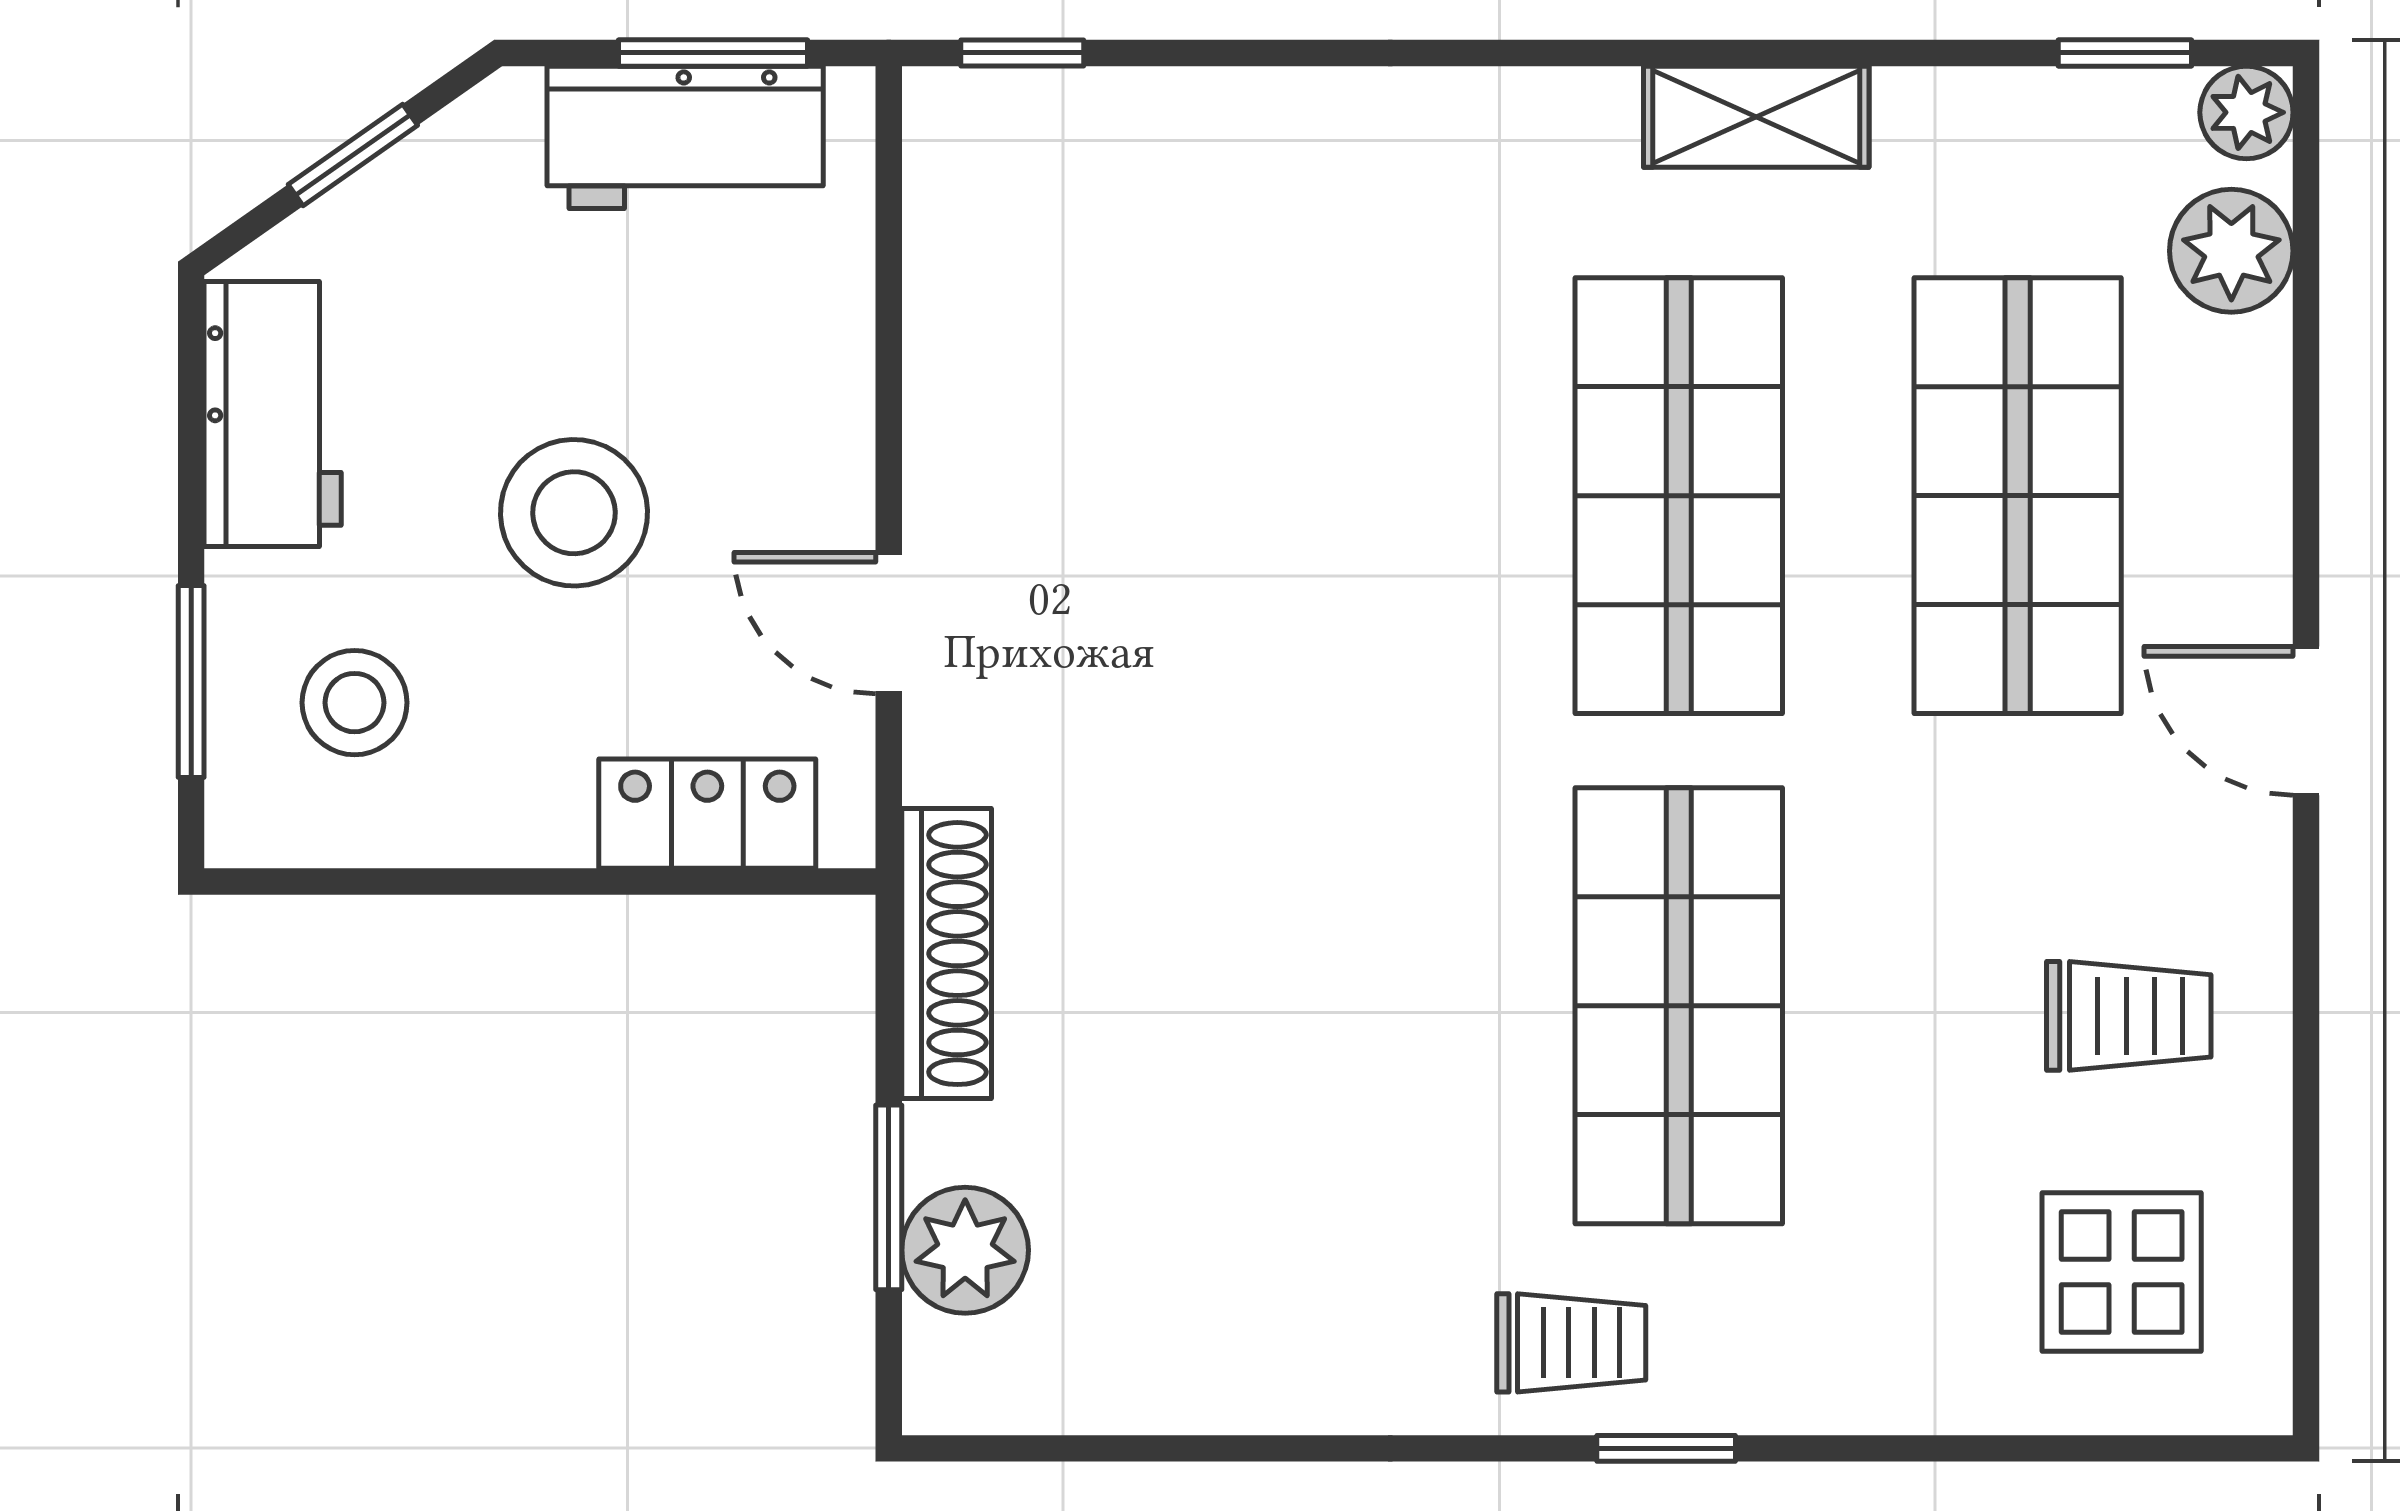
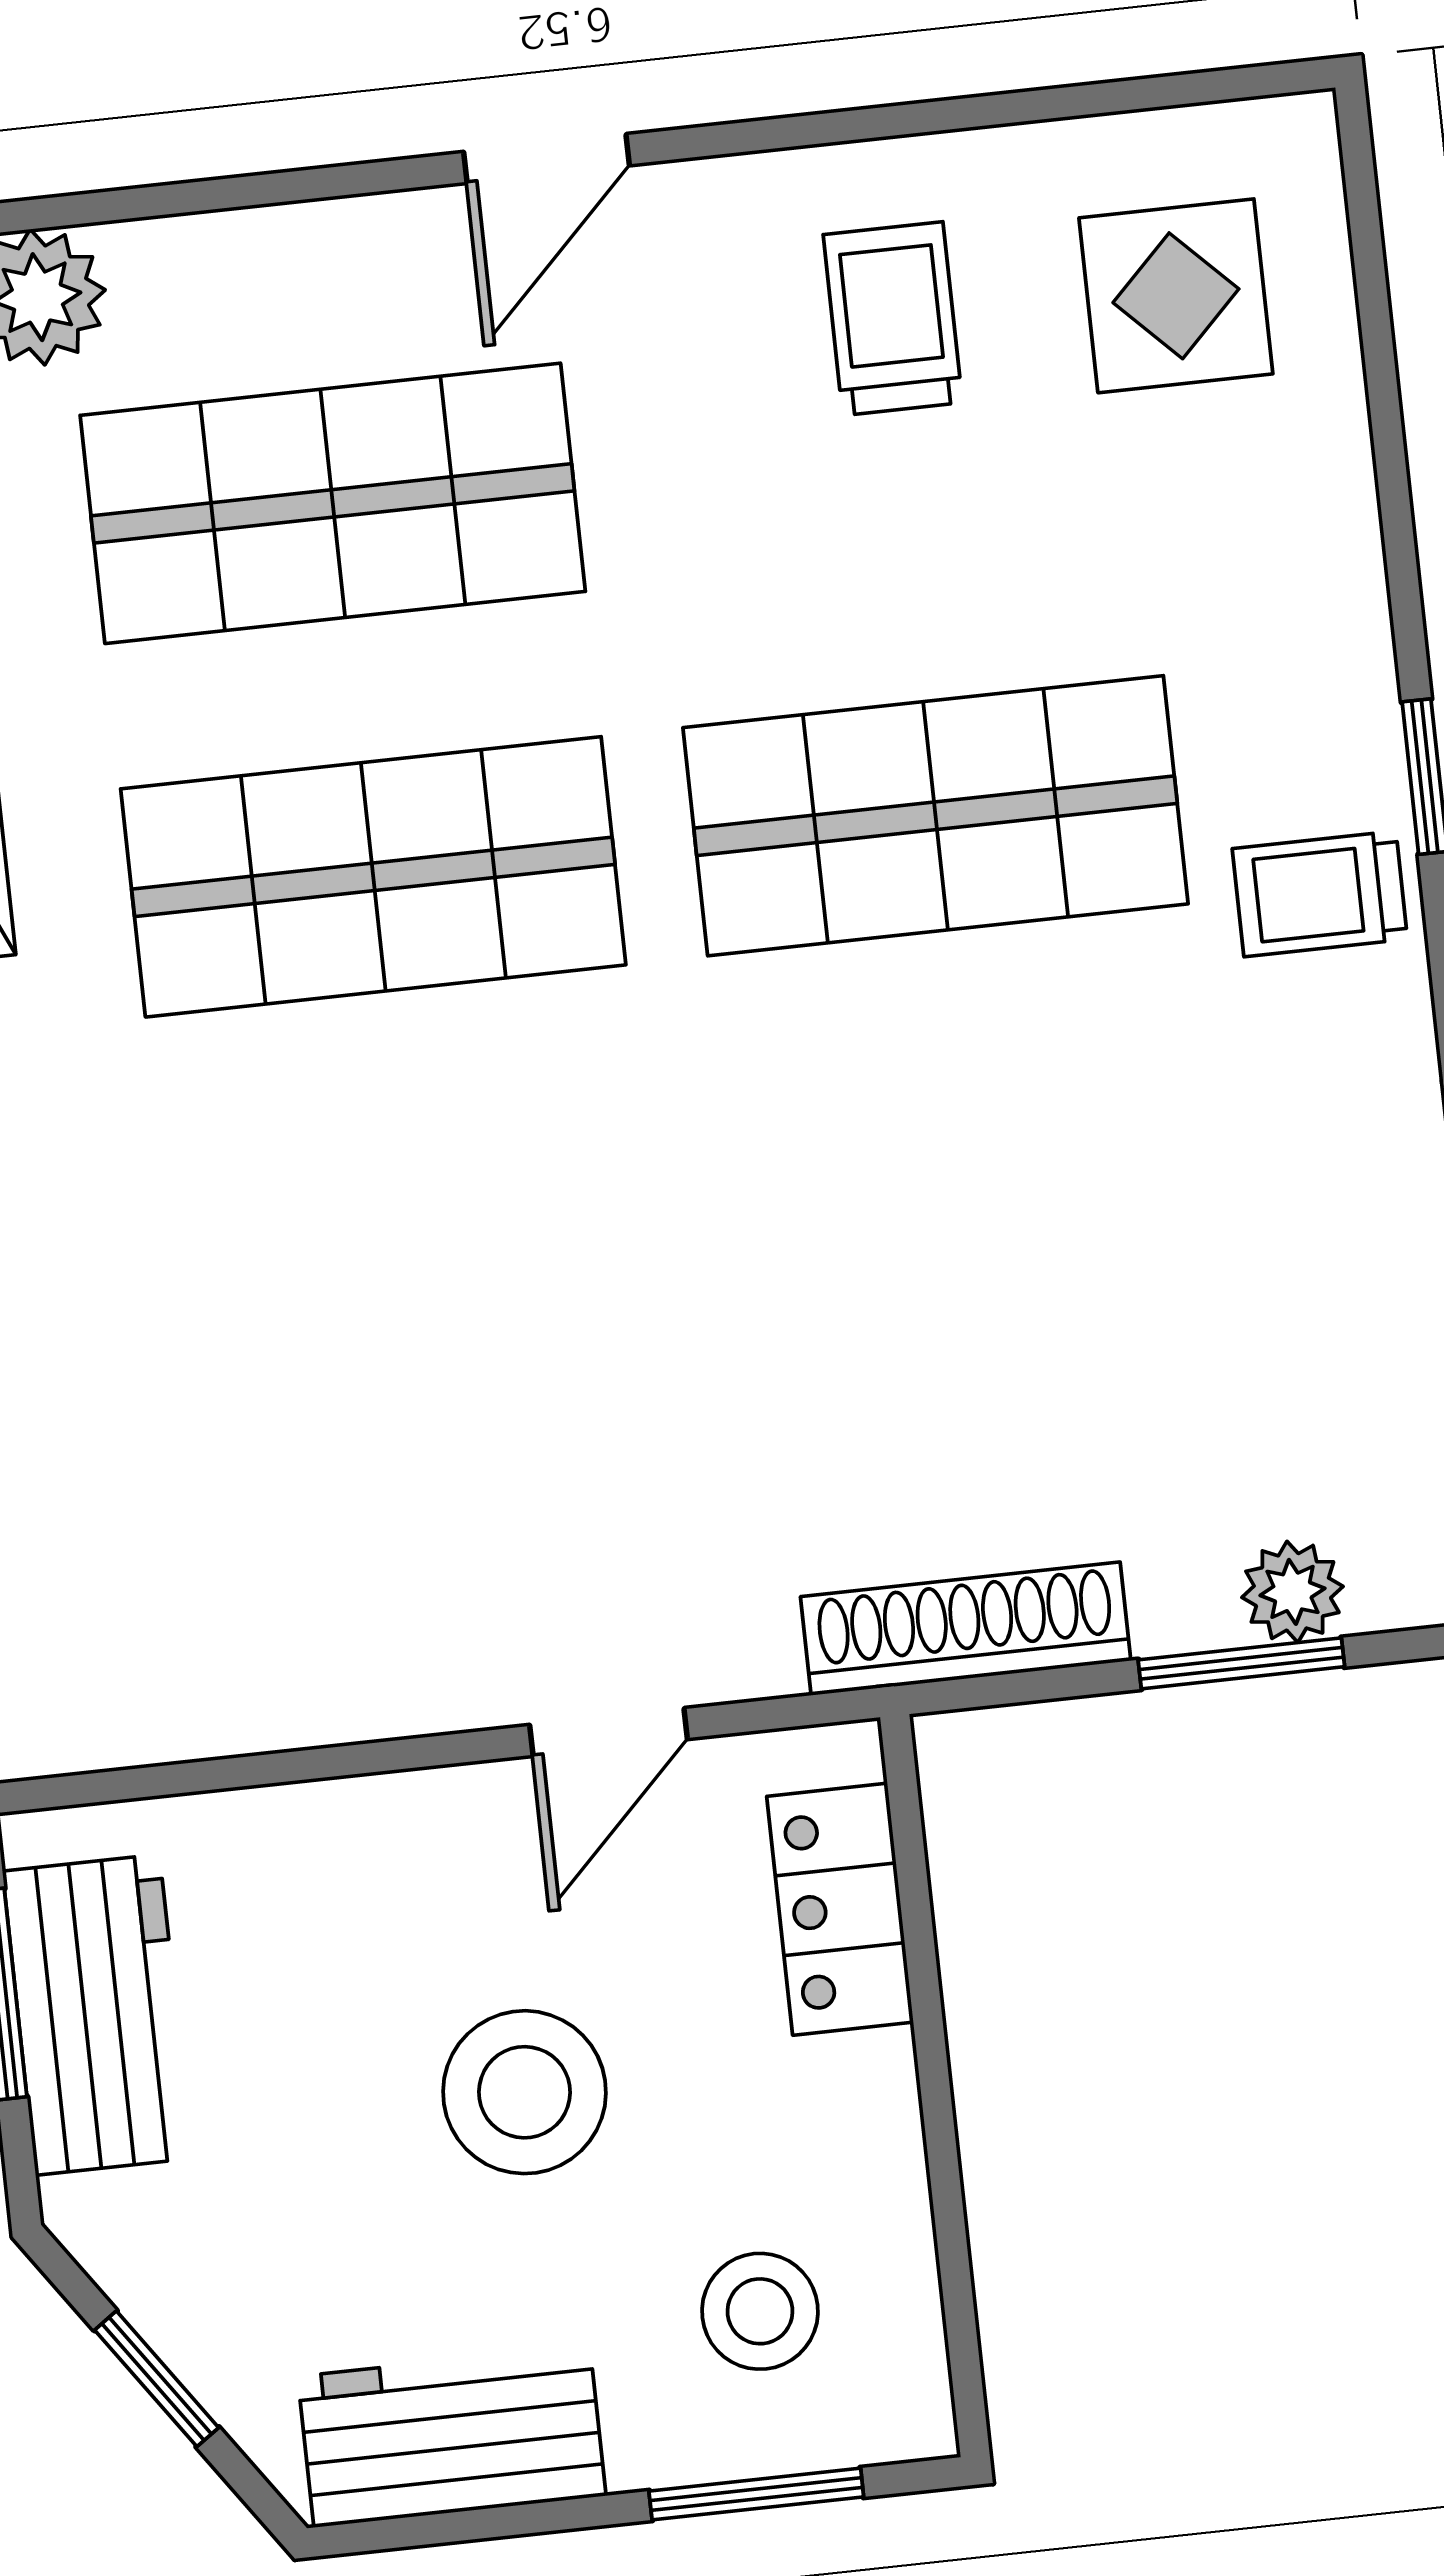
plant: (965, 1250) -> (1292, 1592), width x0.73, depth x0.73
trolley: (1571, 1343) -> (1320, 894), turned -90

